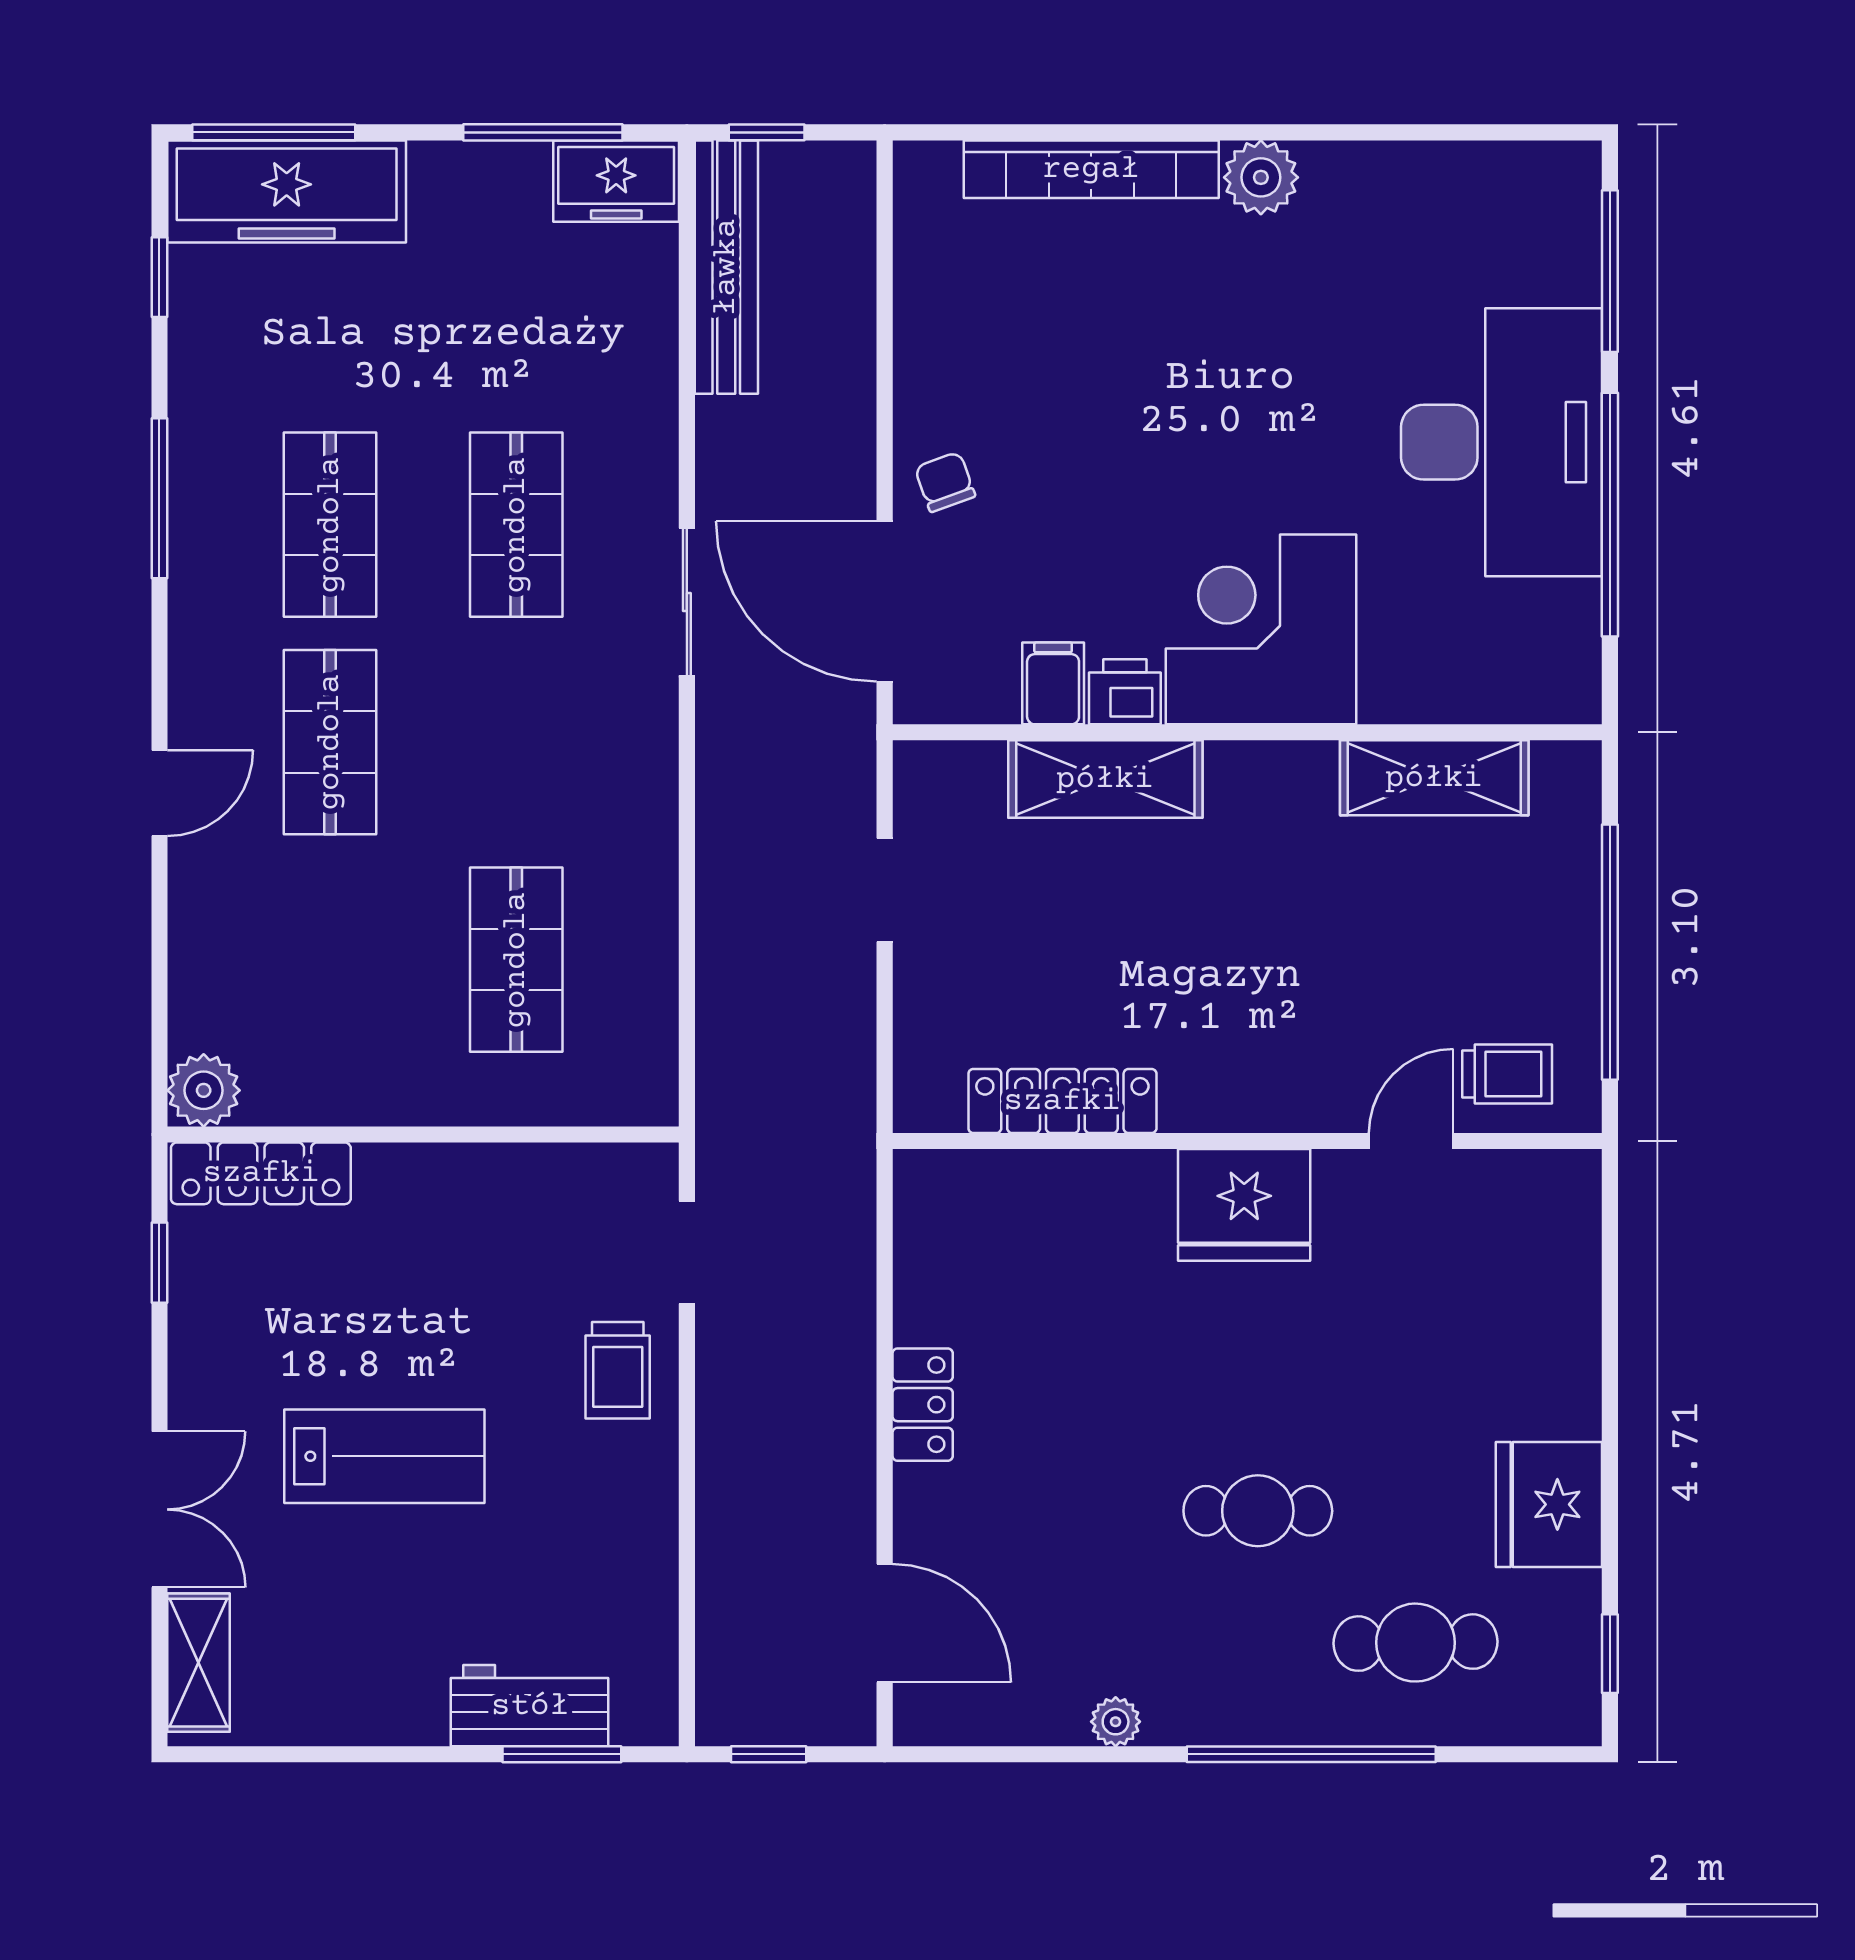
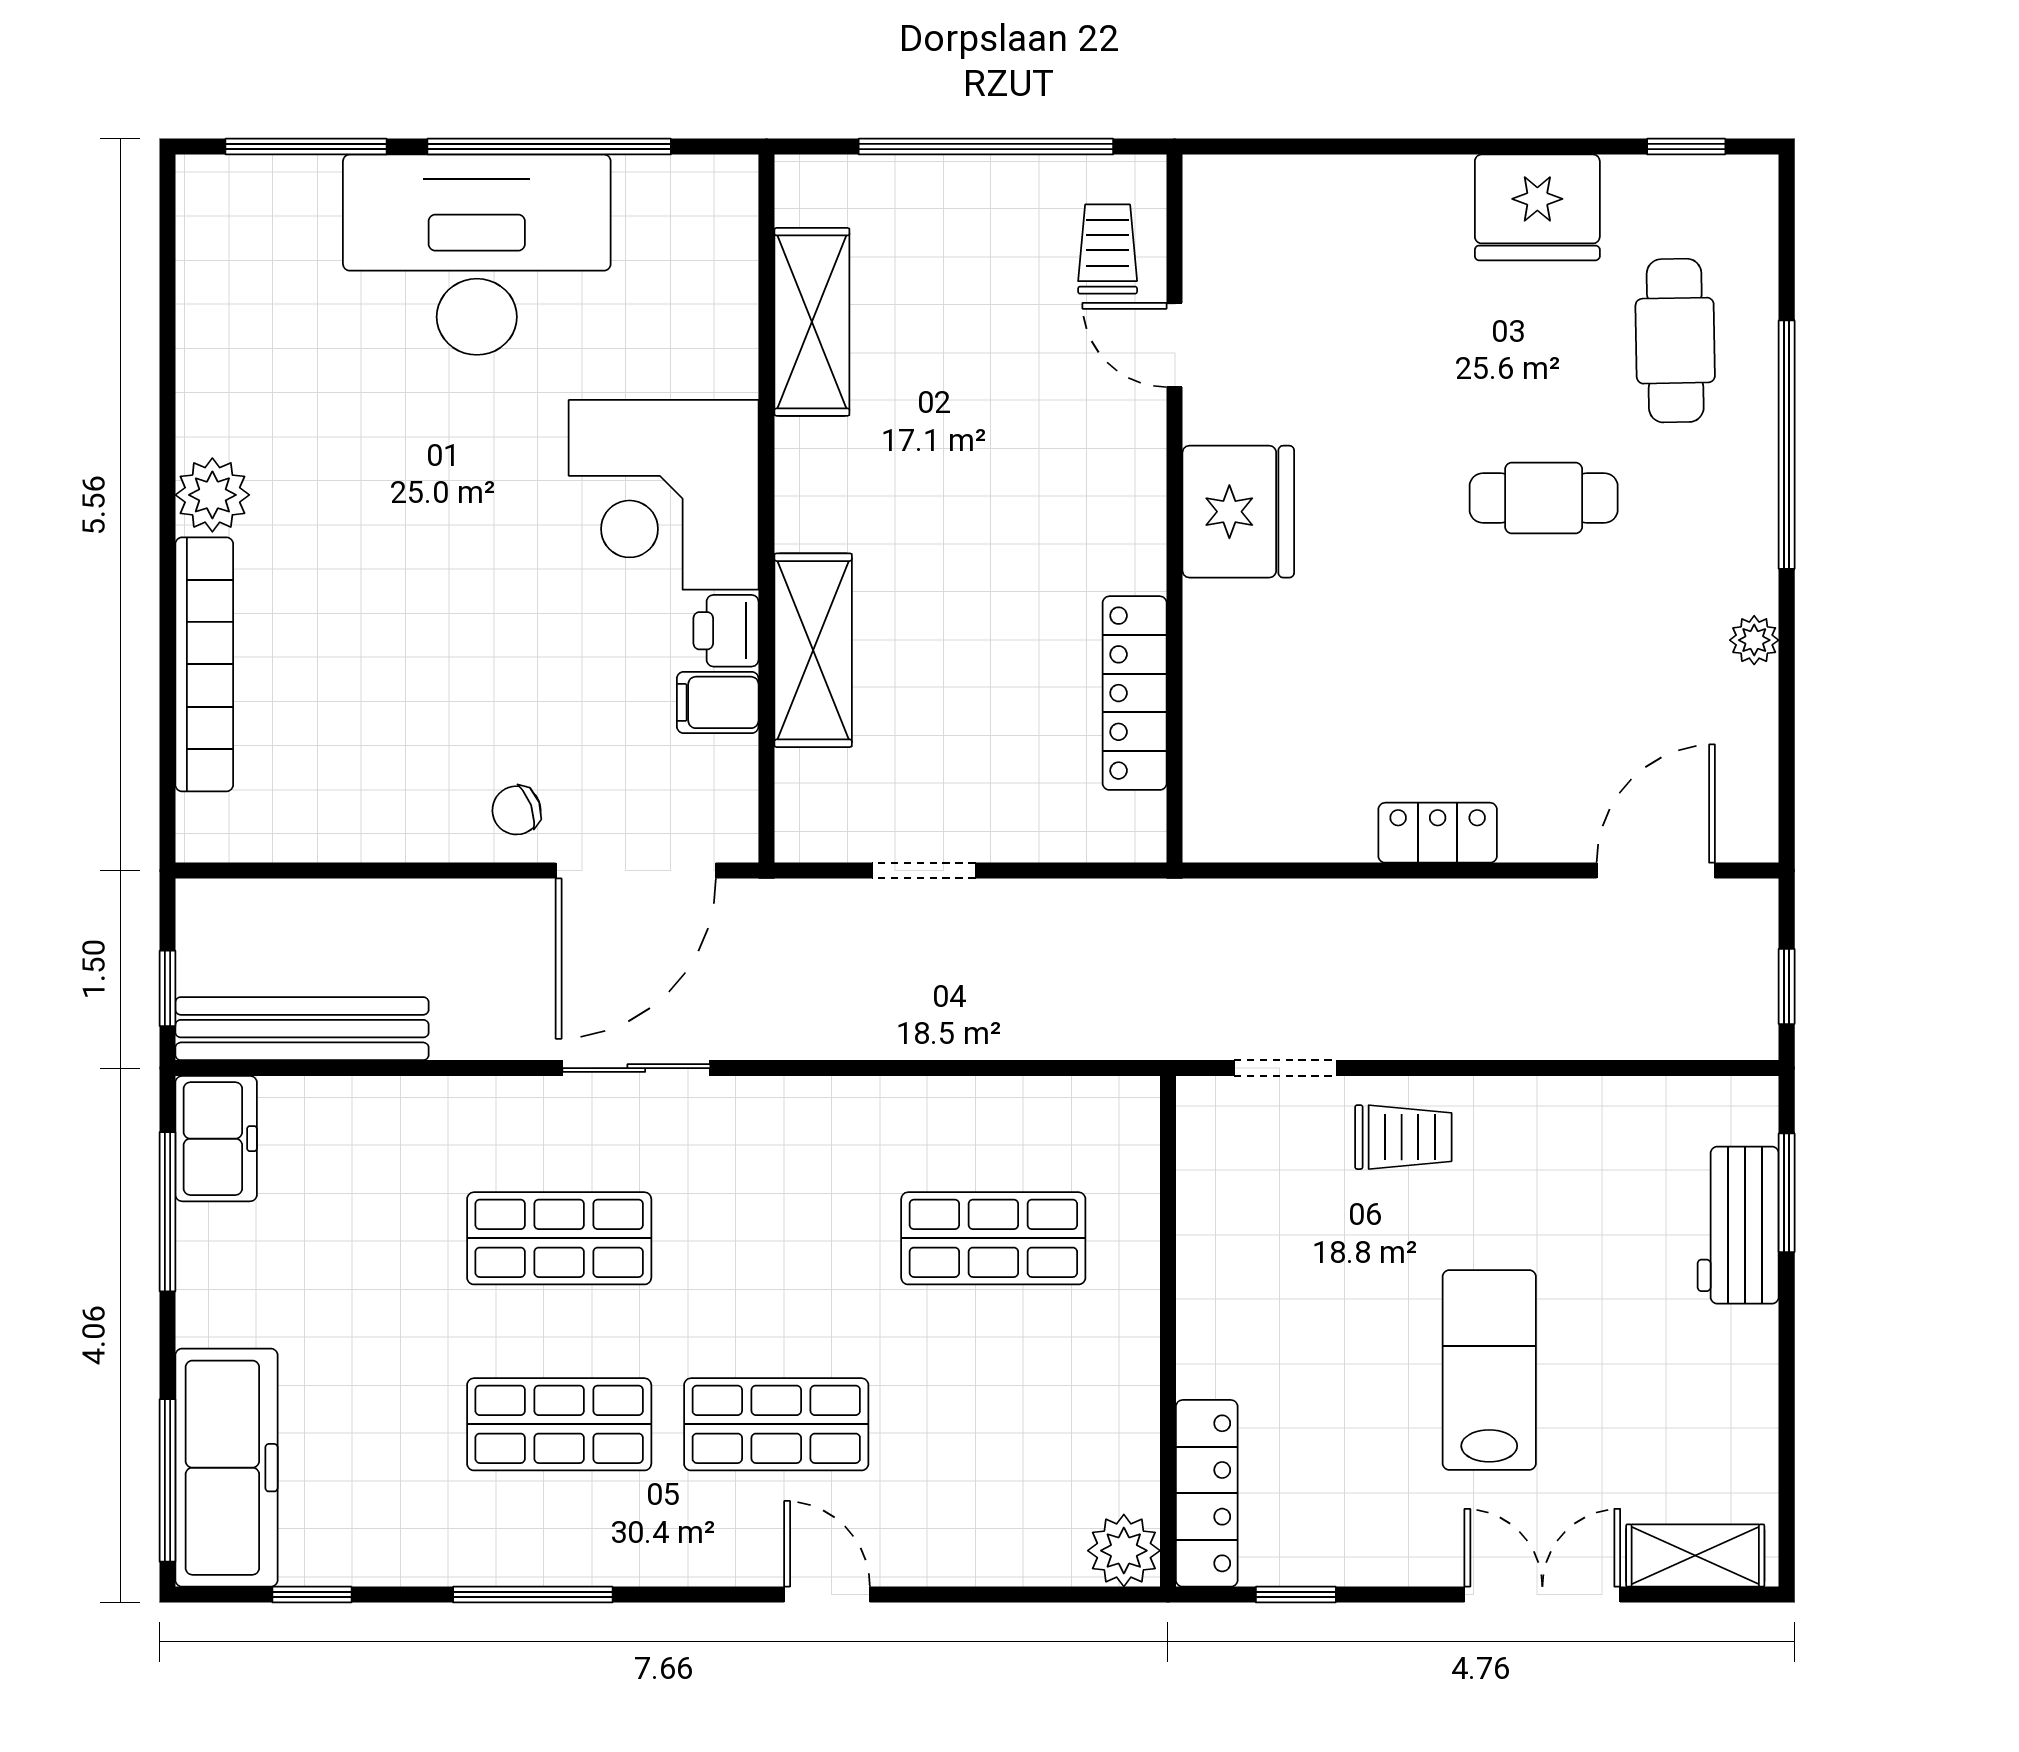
cafe table: (1258, 1511) -> (1544, 498), turned 90

